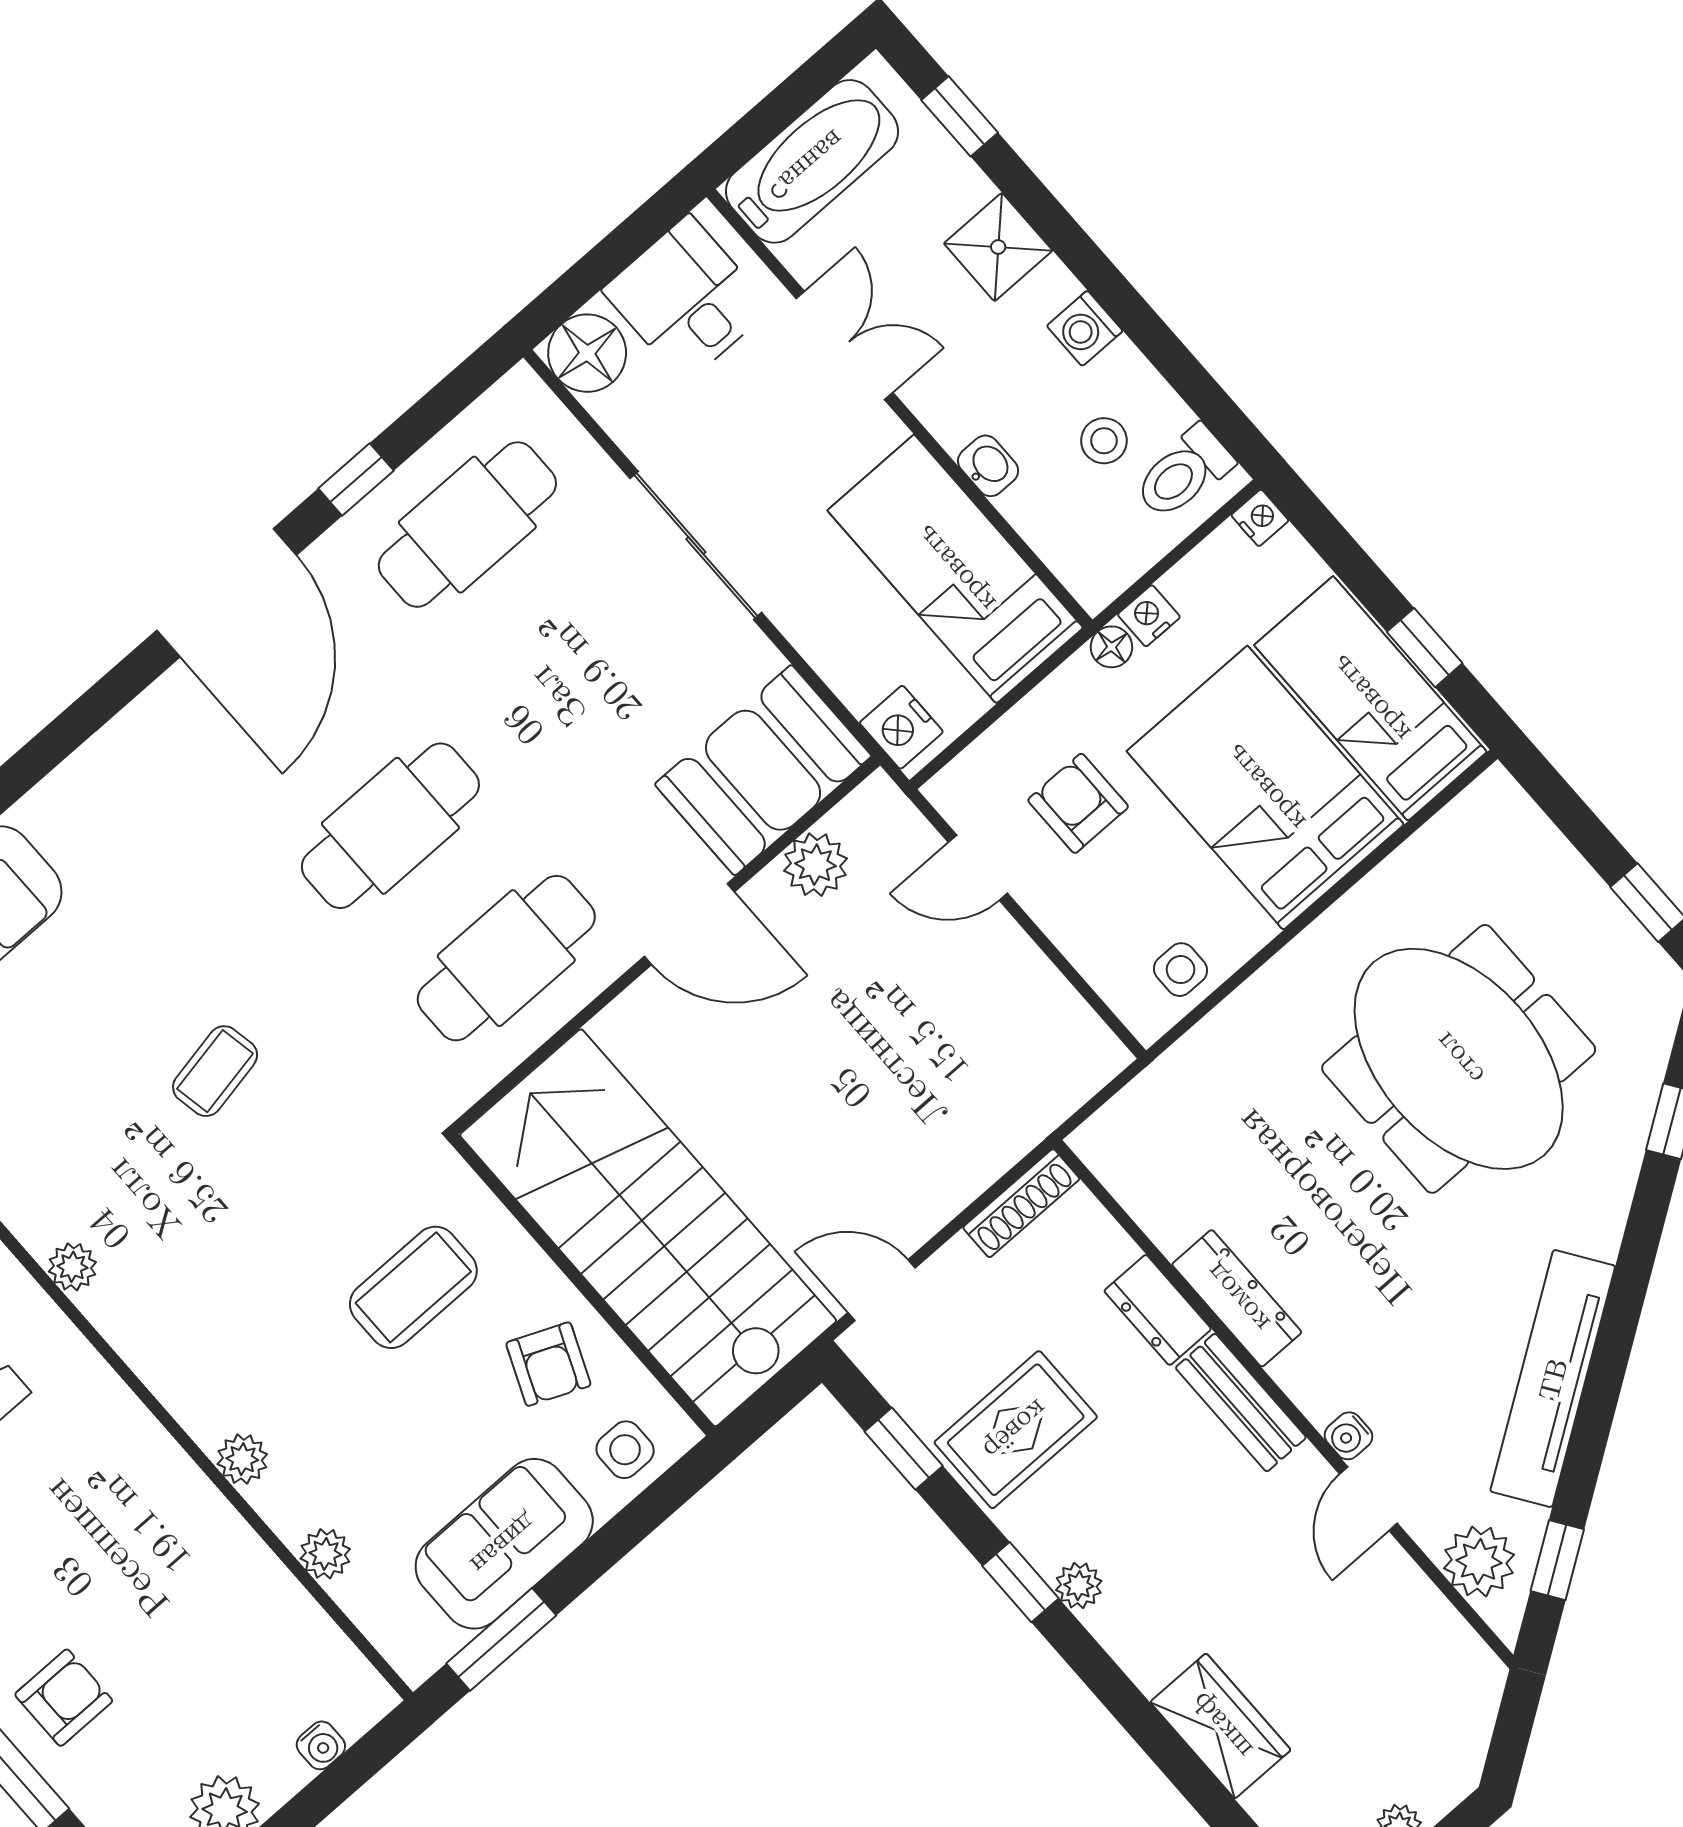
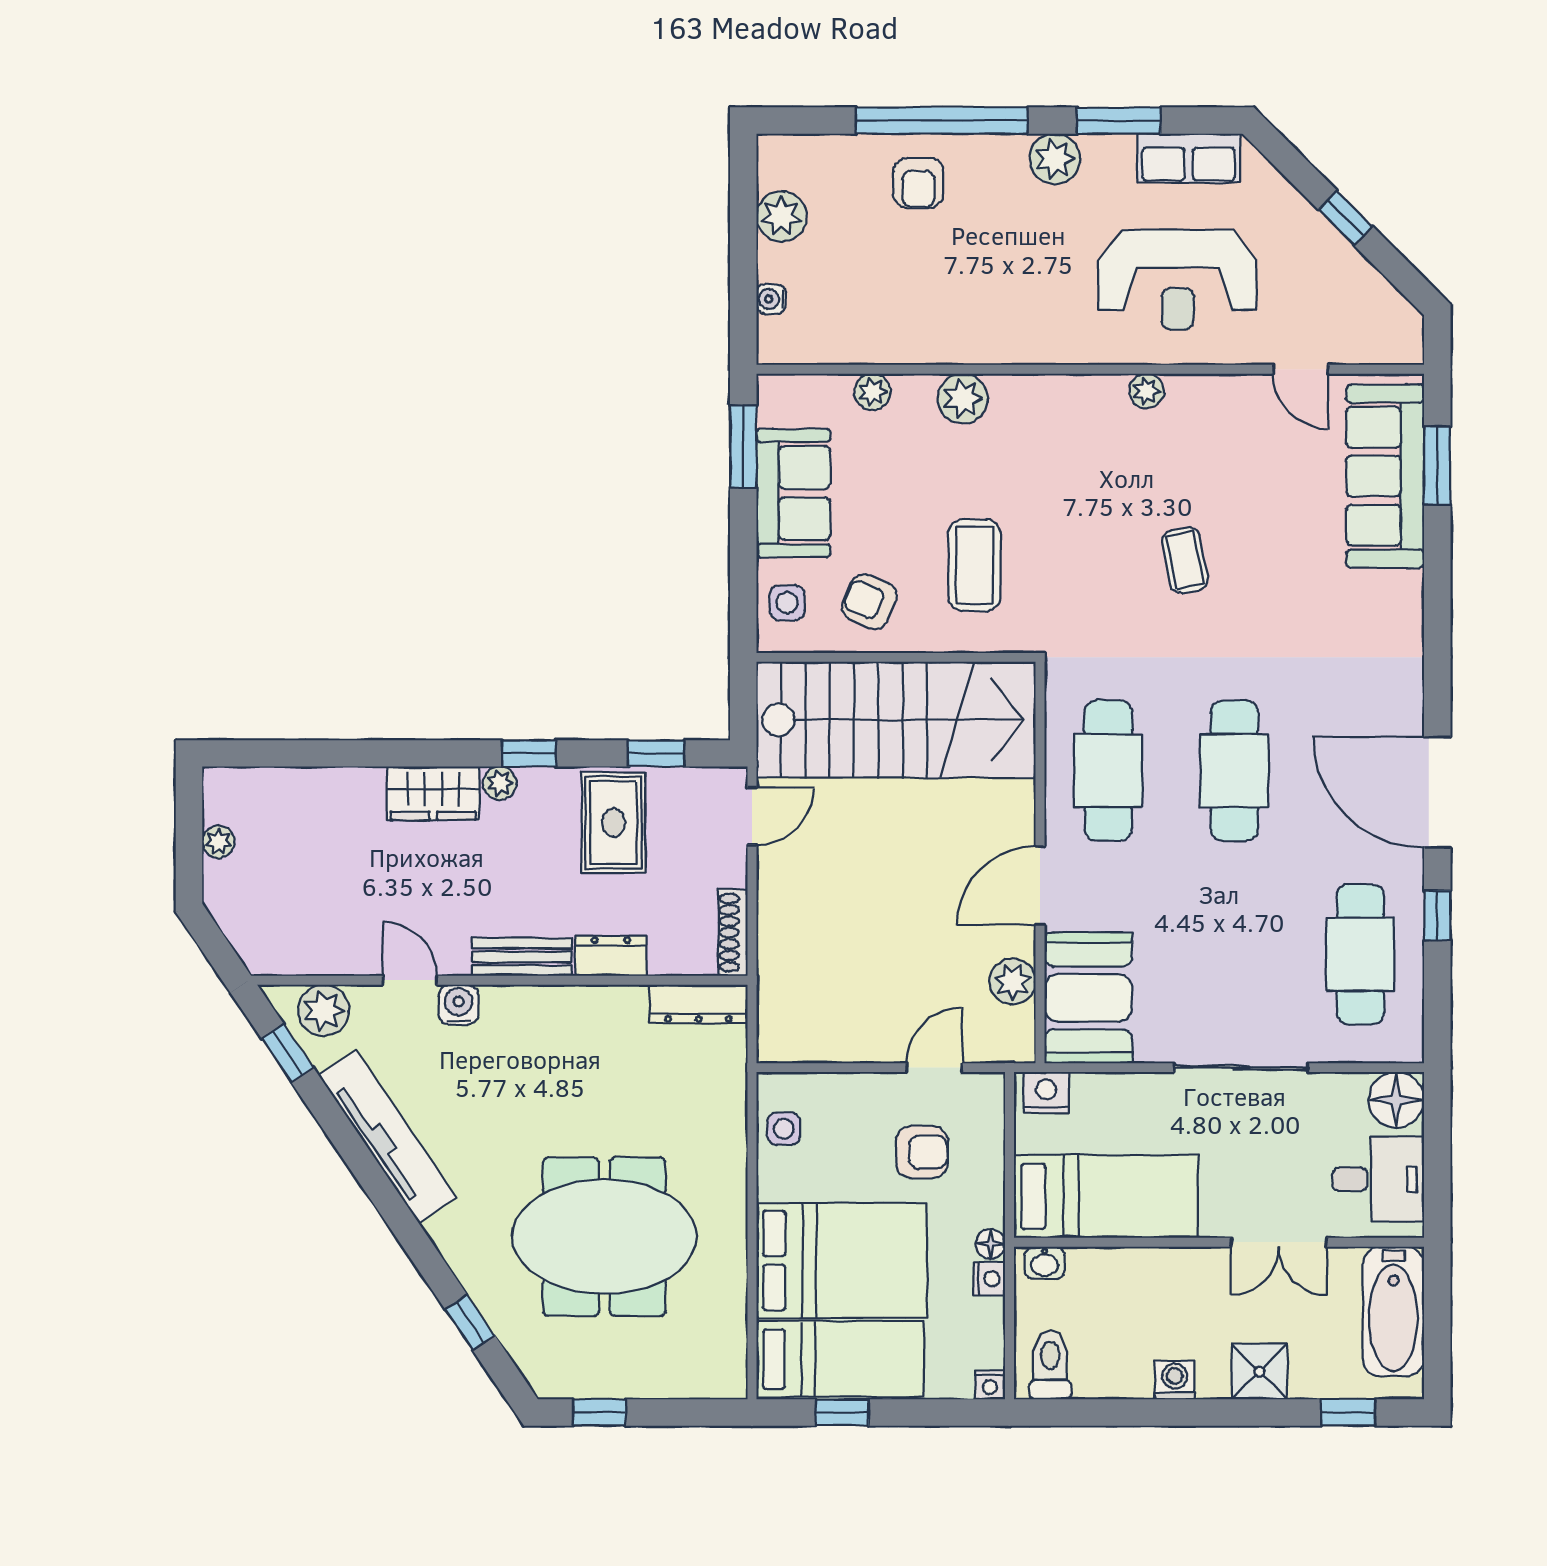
stool: (1104, 441) -> (1105, 1337), removed
washbasin: (988, 466) -> (1045, 1263), moved
dresser: (1237, 1298) -> (698, 1004), moved
water cooler: (1348, 1436) -> (459, 1005), width x1.38, depth x1.38
plant: (242, 1459) -> (963, 399), width x1.38, depth x1.38
wardrobe: (1221, 1726) -> (433, 793), moved

